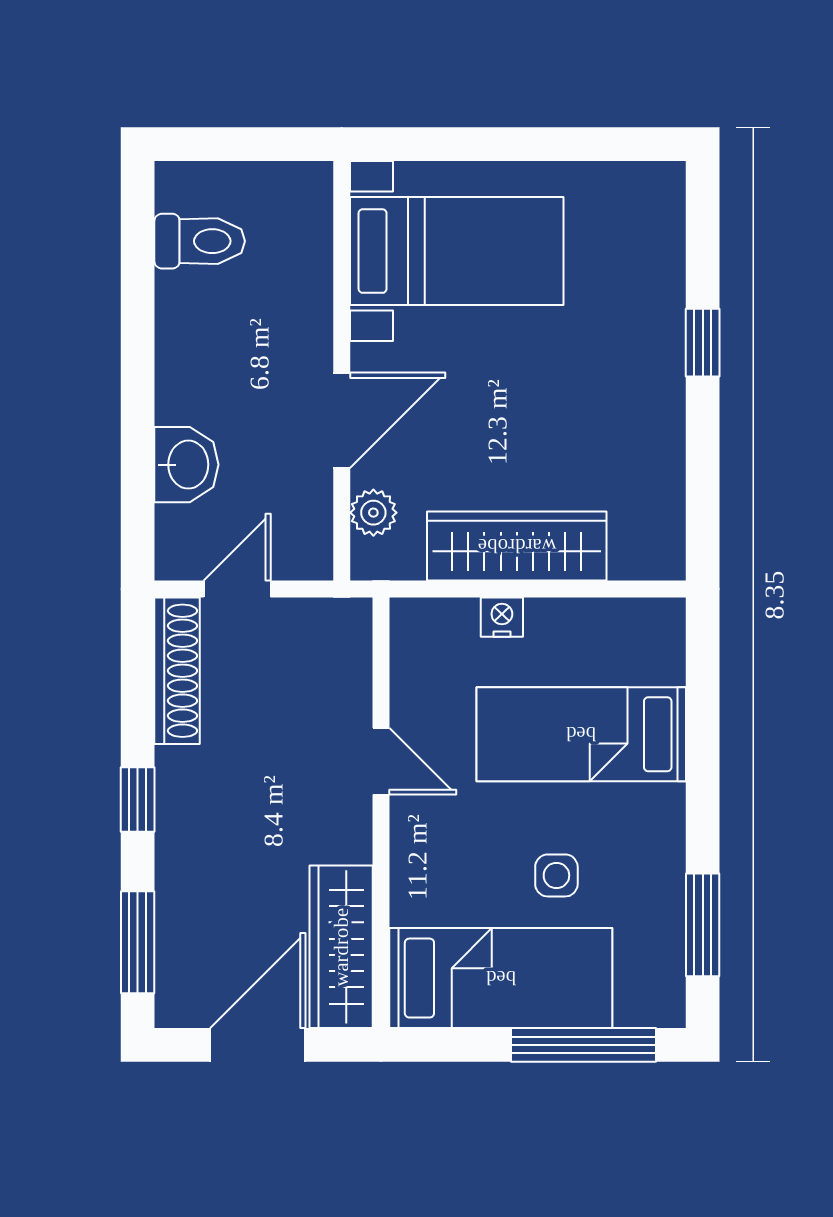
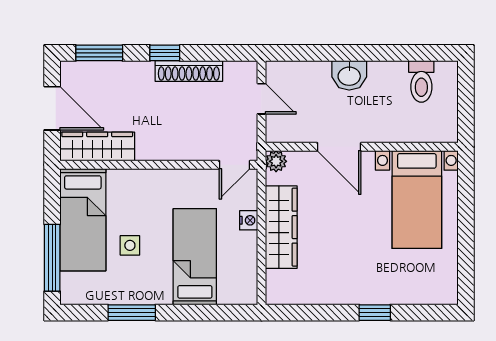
washbasin: (186, 465) -> (349, 75), moved
plant: (373, 513) -> (276, 161), moved
shoe rack: (177, 671) -> (189, 71), moved
door: (381, 761) -> (235, 165), moved
window: (703, 925) -> (132, 313), moved

